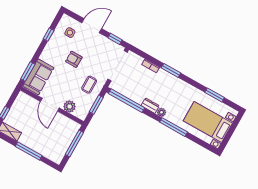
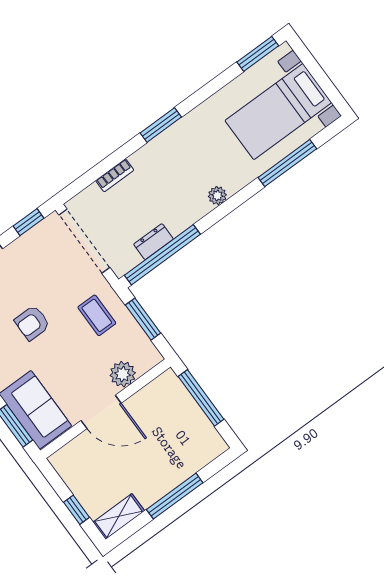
window: (171, 70) -> (161, 125), moved
window: (215, 95) -> (258, 54), moved
dresser: (150, 106) -> (153, 242), moved
window: (174, 127) -> (287, 163), moved

